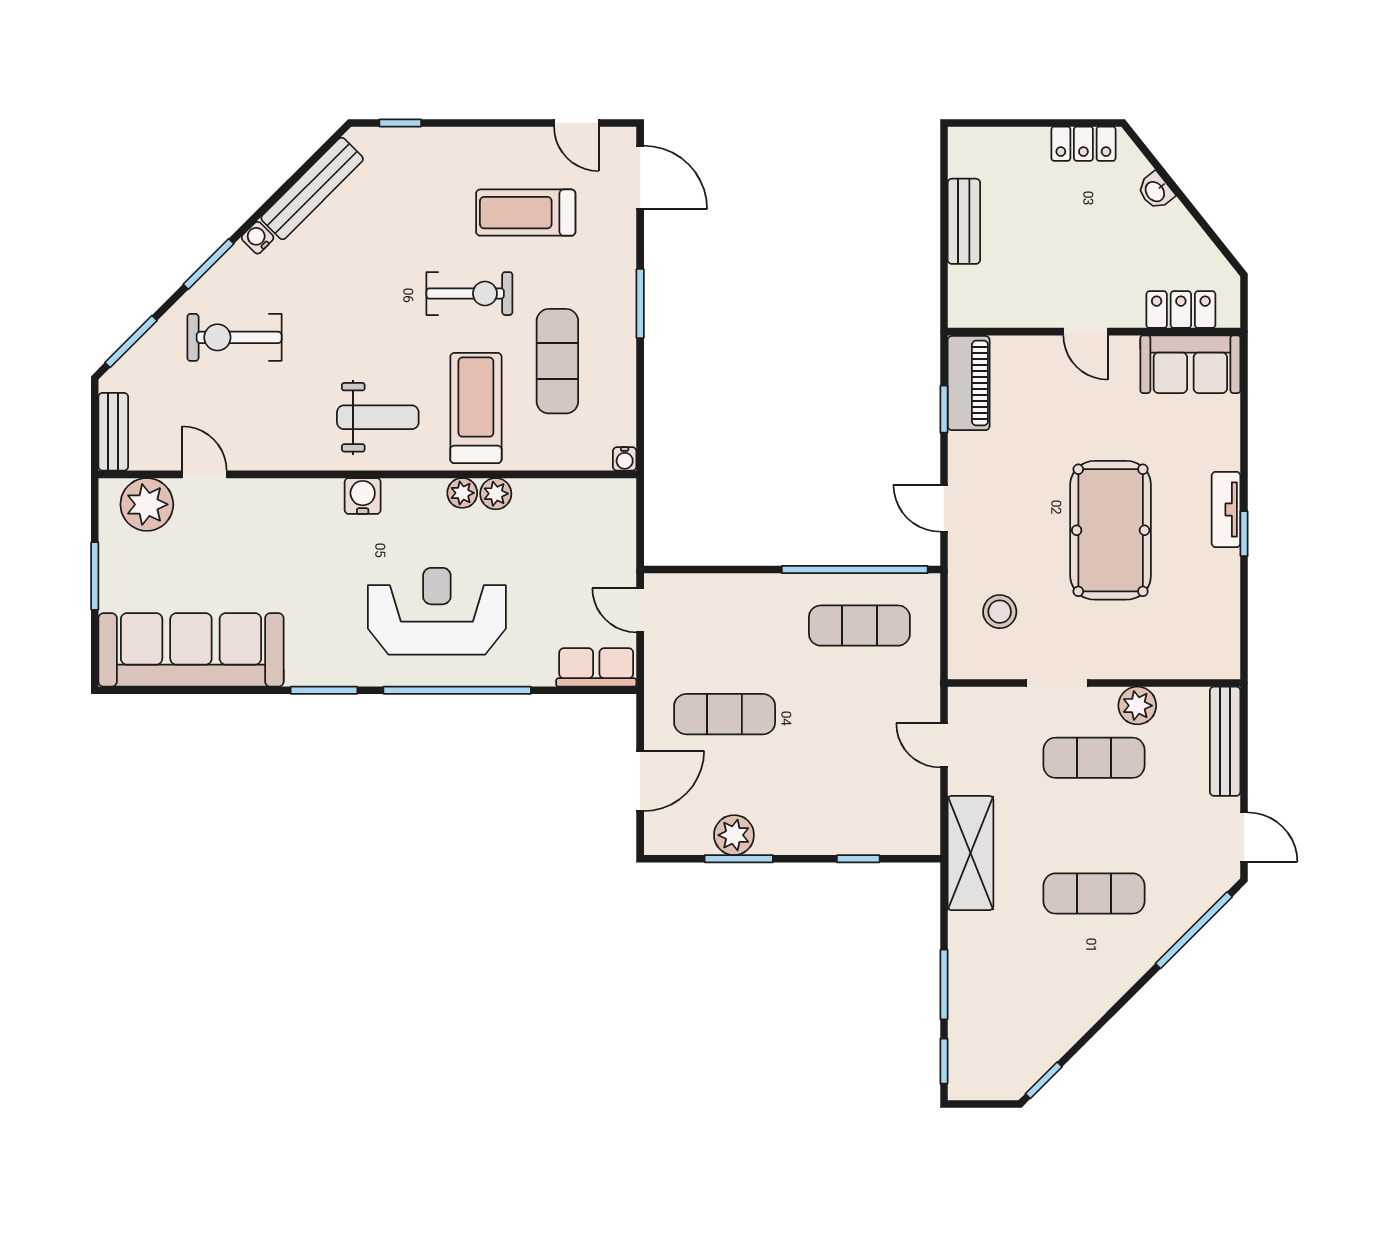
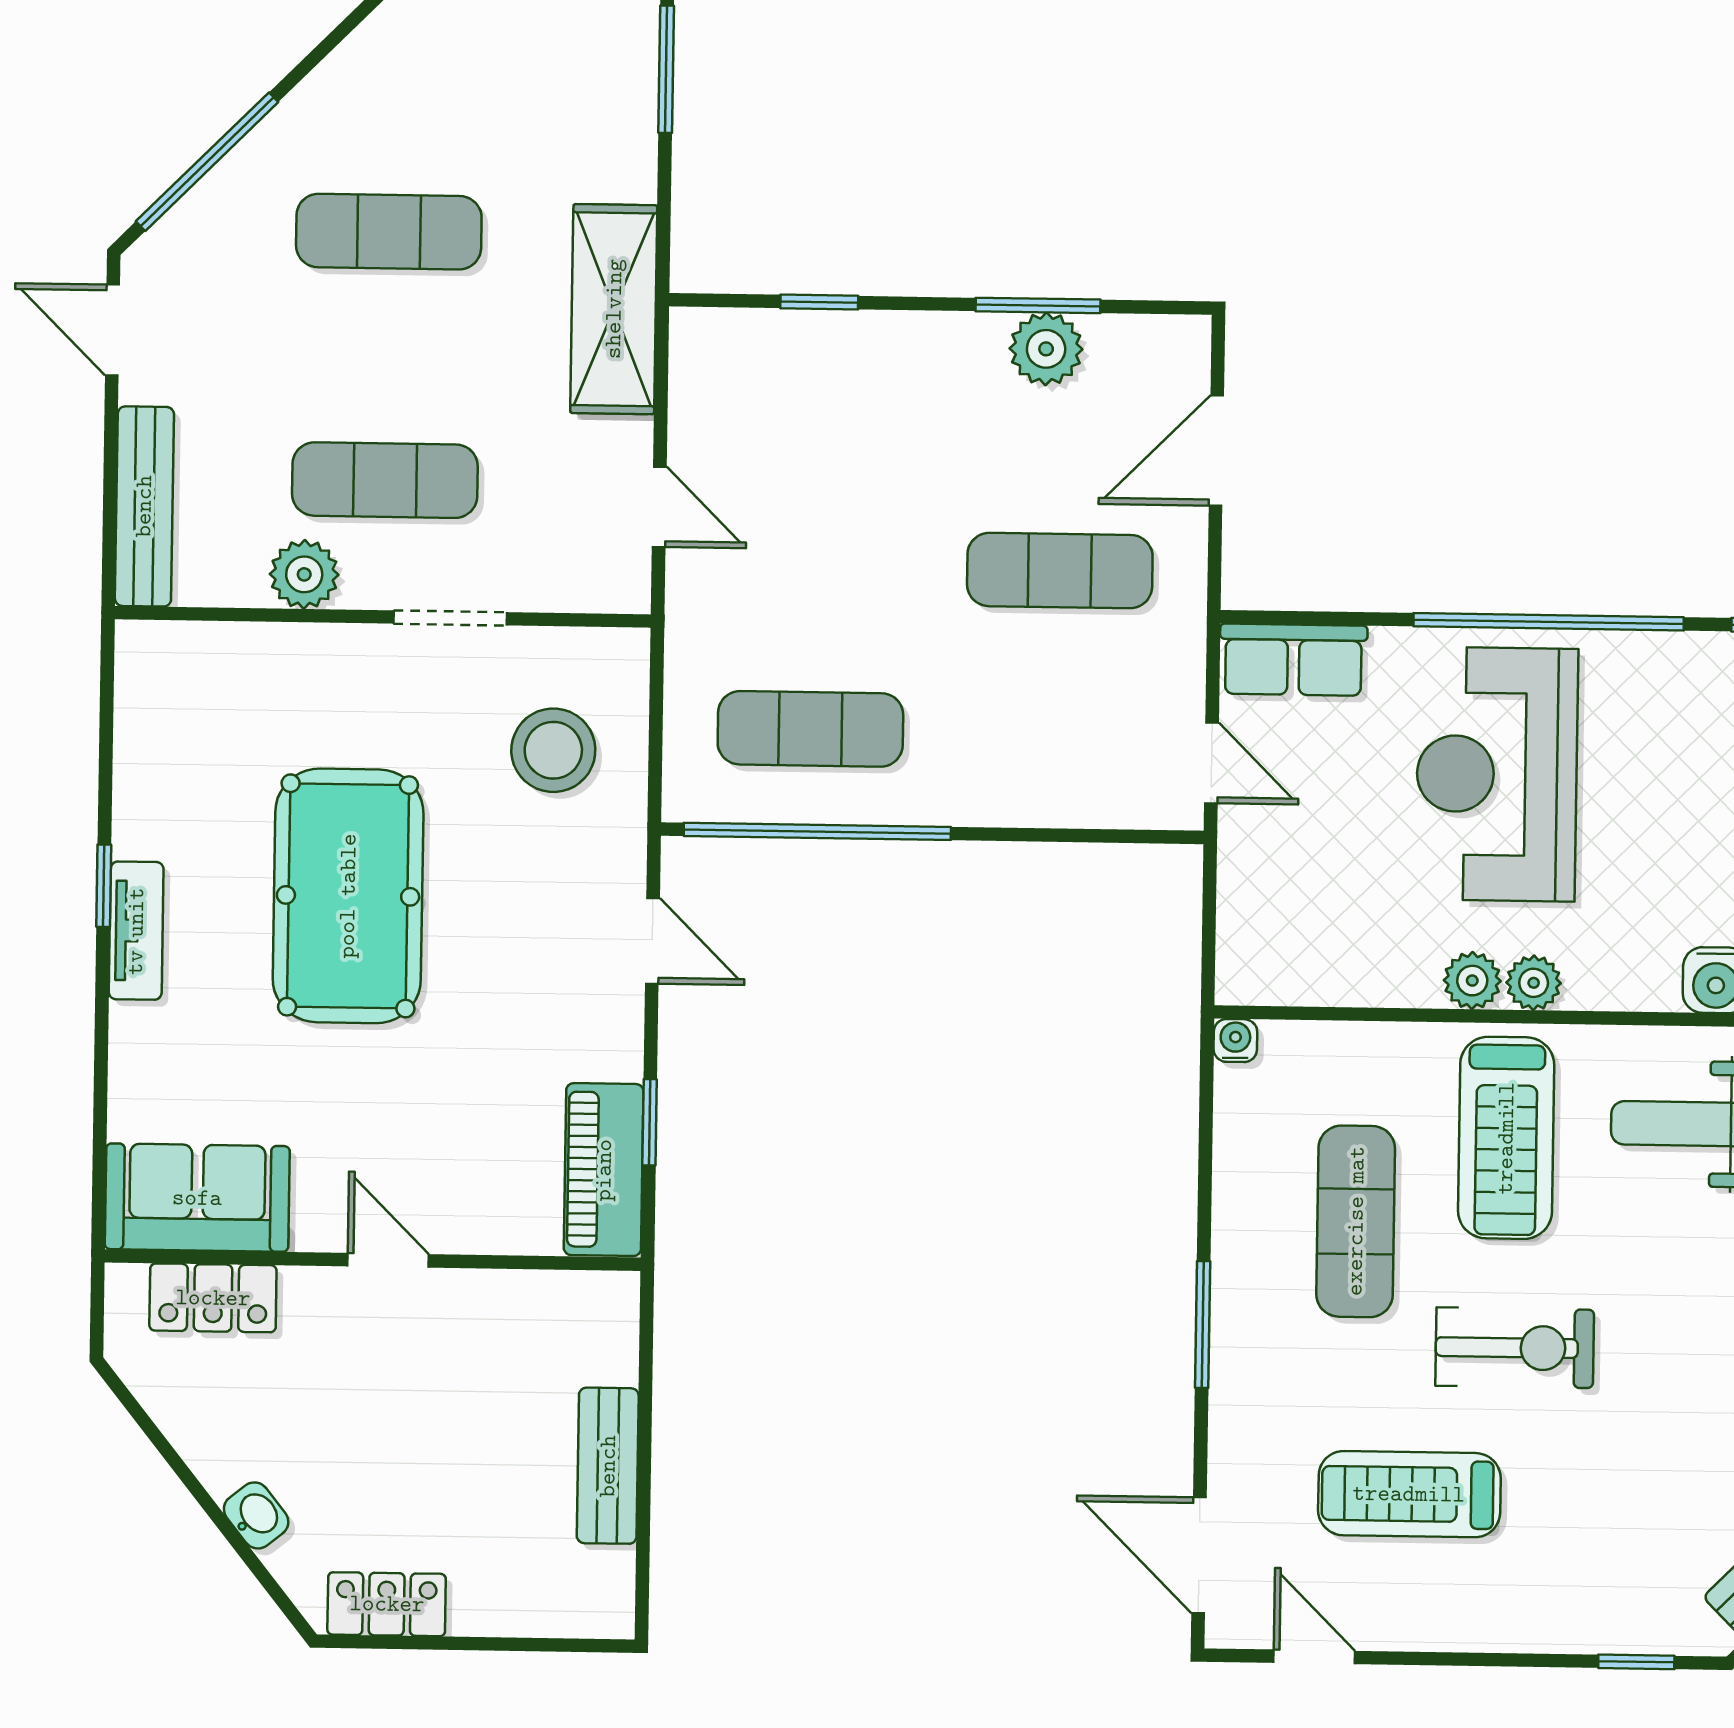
treadmill: (526, 213) -> (1409, 1494), turned 180
exercise bike: (469, 294) -> (1515, 1348), turned 180
reception desk: (437, 611) -> (1497, 774), moved, turned 90
stool: (1000, 612) -> (553, 750), width x1.38, depth x1.38

